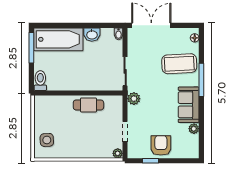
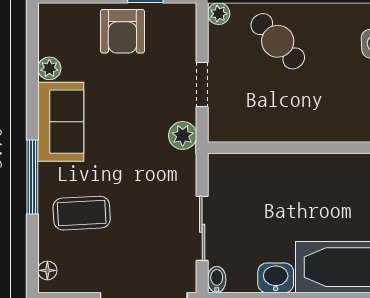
coffee table: (179, 64) -> (82, 213), width x0.73, depth x0.76
sliding door: (125, 71) -> (202, 228), moved
cafe table: (88, 105) -> (278, 41), moved, turned 47
doorway: (125, 132) -> (202, 85), moved

